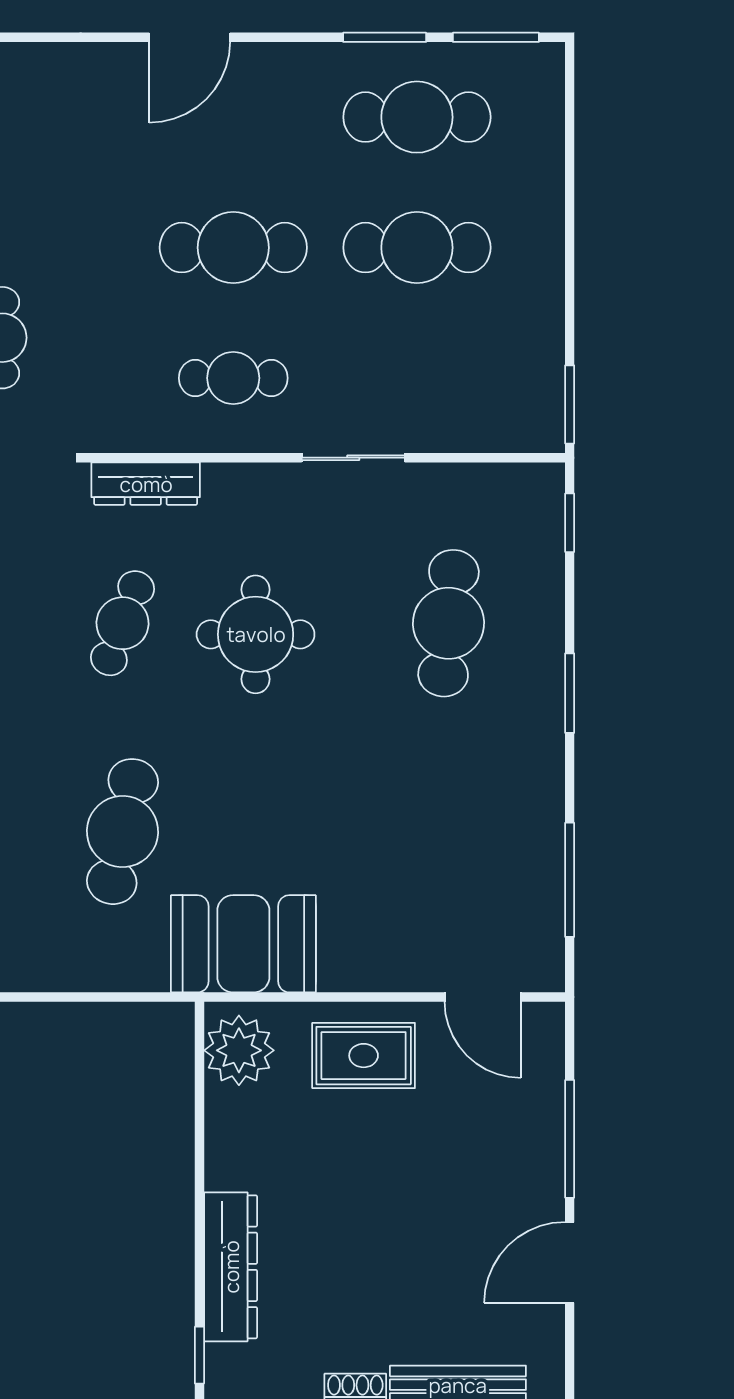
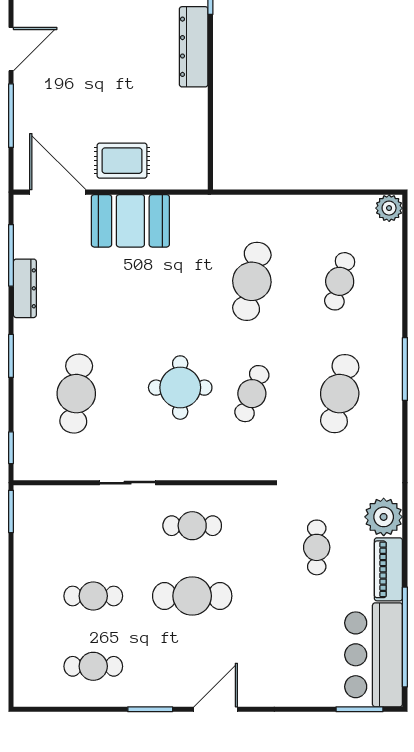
window: (385, 37) -> (150, 709), moved
window: (496, 37) -> (51, 709), removed
cafe table: (417, 117) -> (93, 666), width x0.73, depth x0.74
cafe table: (417, 248) -> (93, 596), width x0.73, depth x0.74
dresser: (146, 484) -> (25, 288), moved, turned 90
booth: (243, 944) -> (130, 221), moved
door: (483, 997) -> (58, 192), width x1.36
plant: (239, 1050) -> (189, 163), removed

